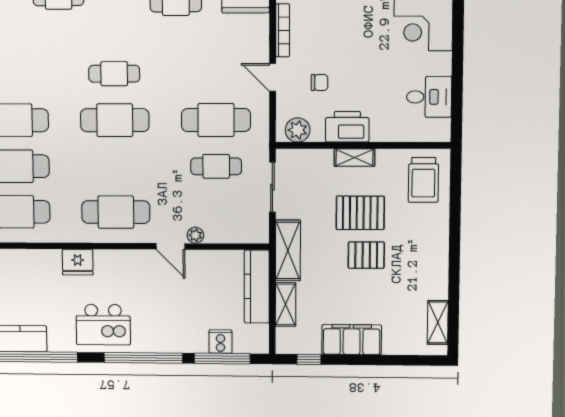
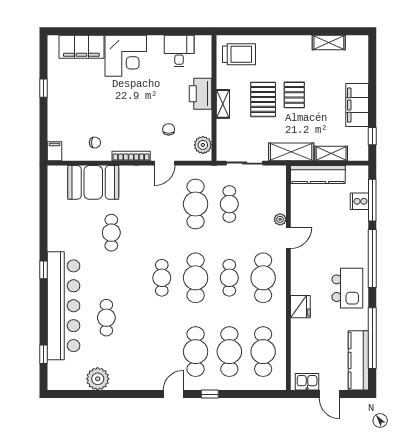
printer: (347, 127) -> (201, 94), moved
cafe table: (115, 166) -> (229, 278), added
shelving: (438, 322) -> (329, 43), moved

